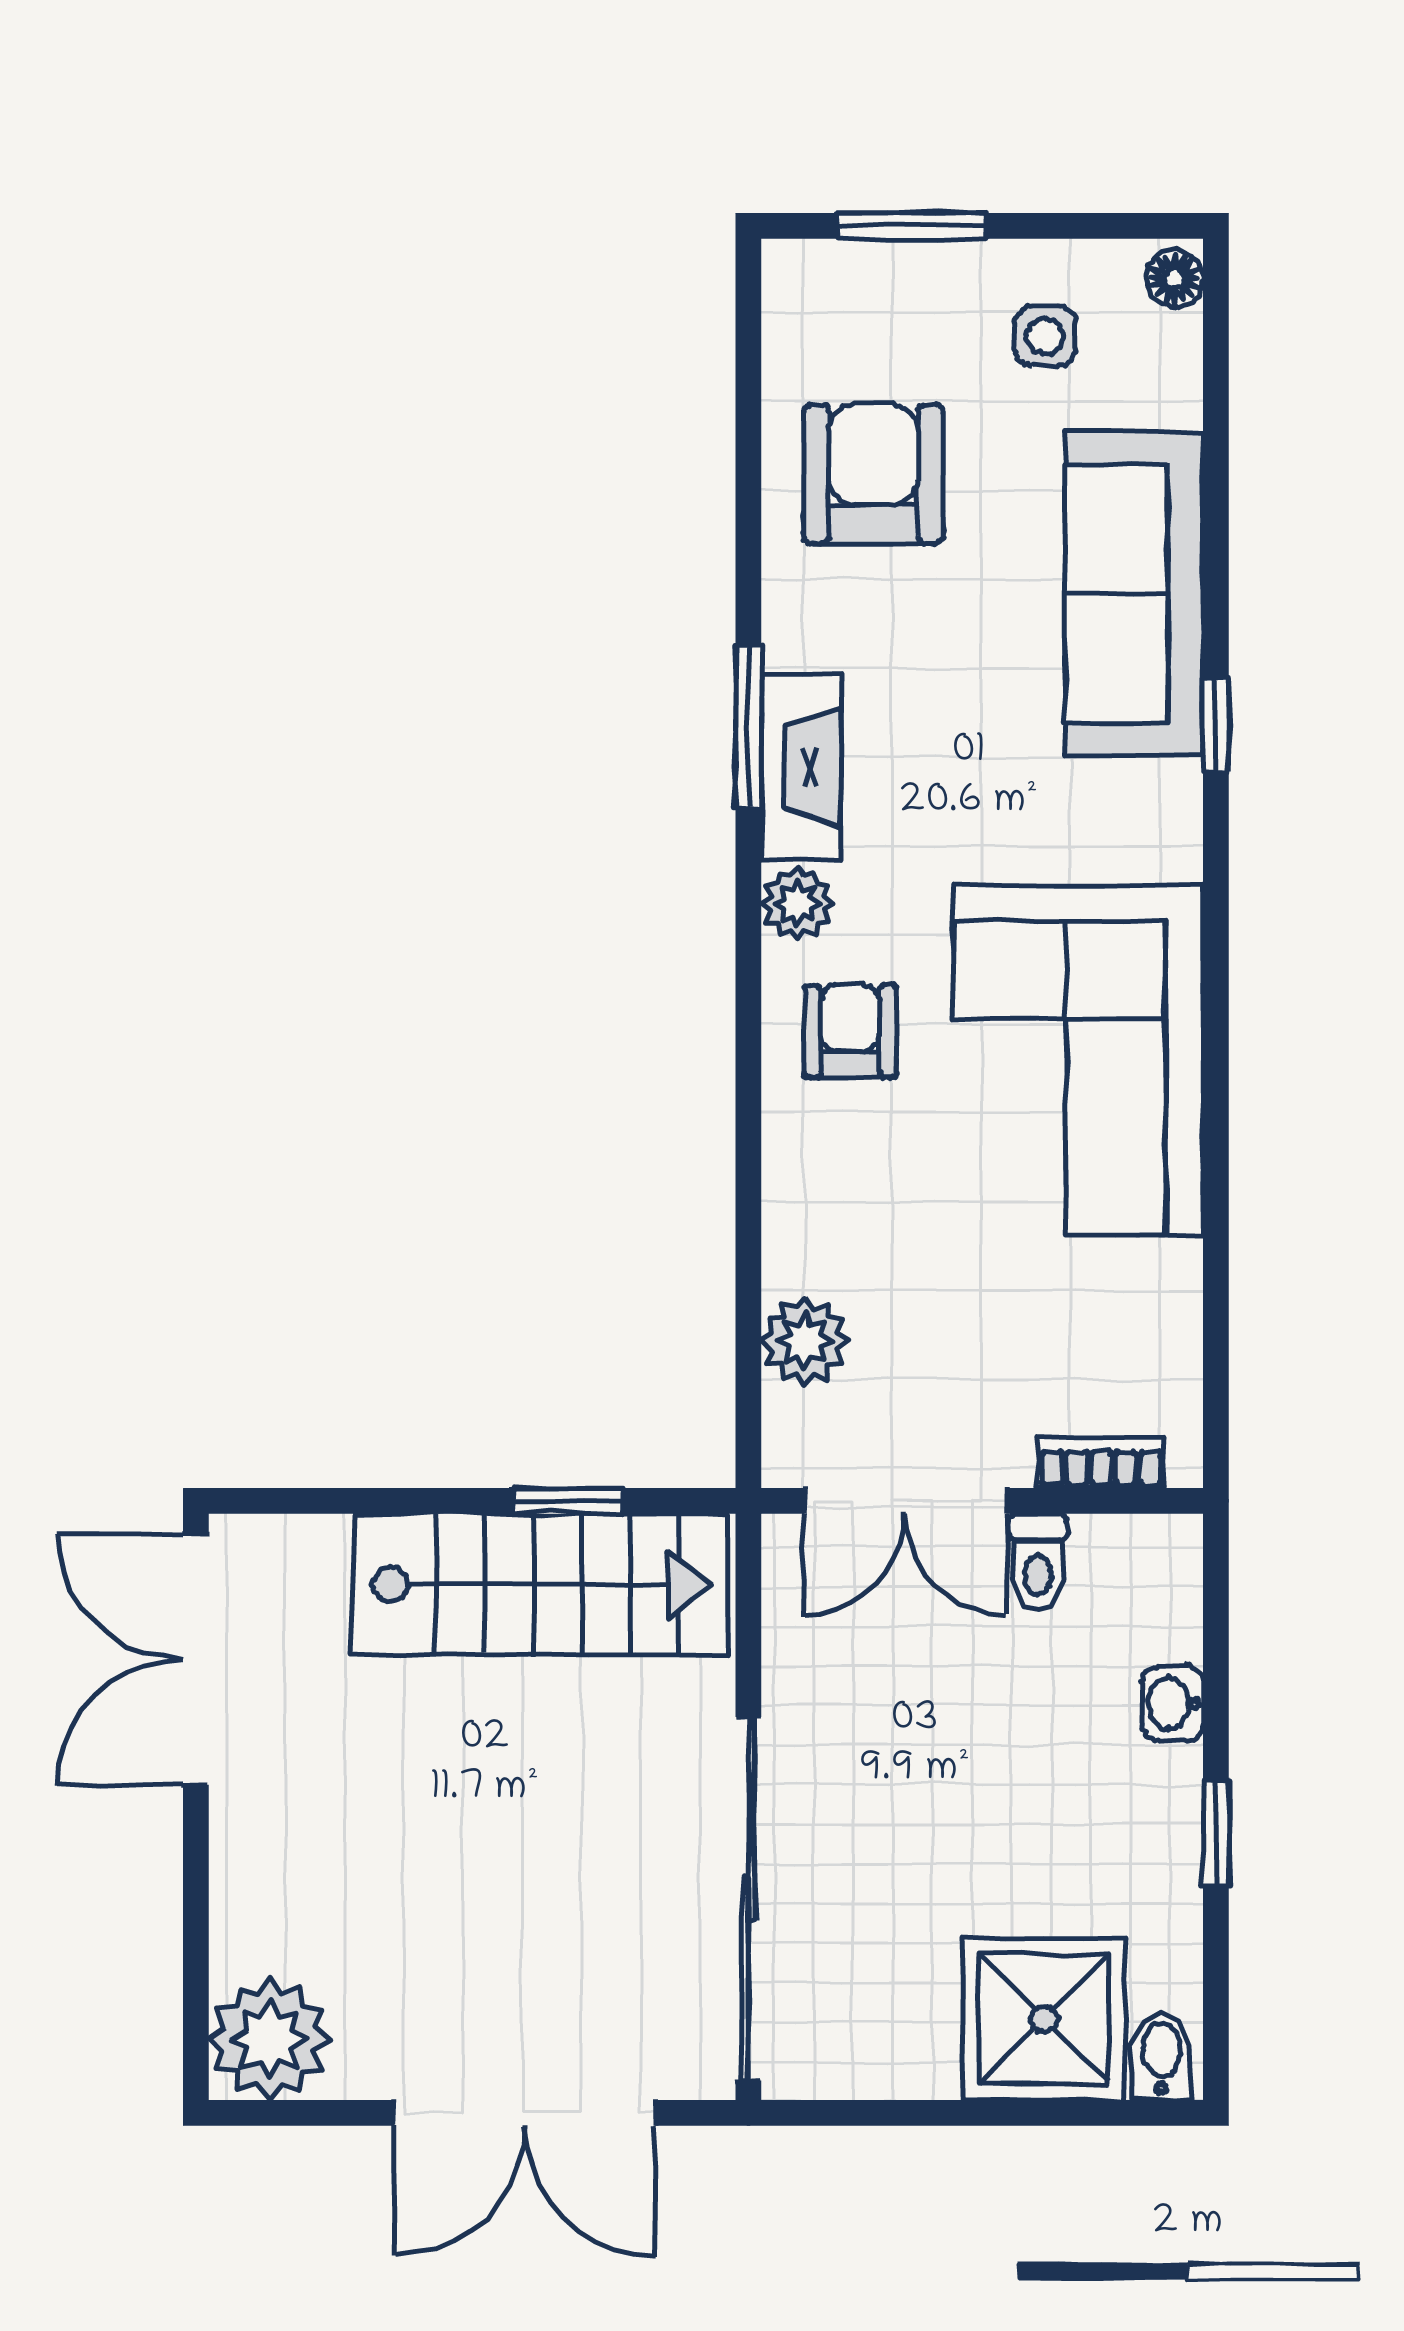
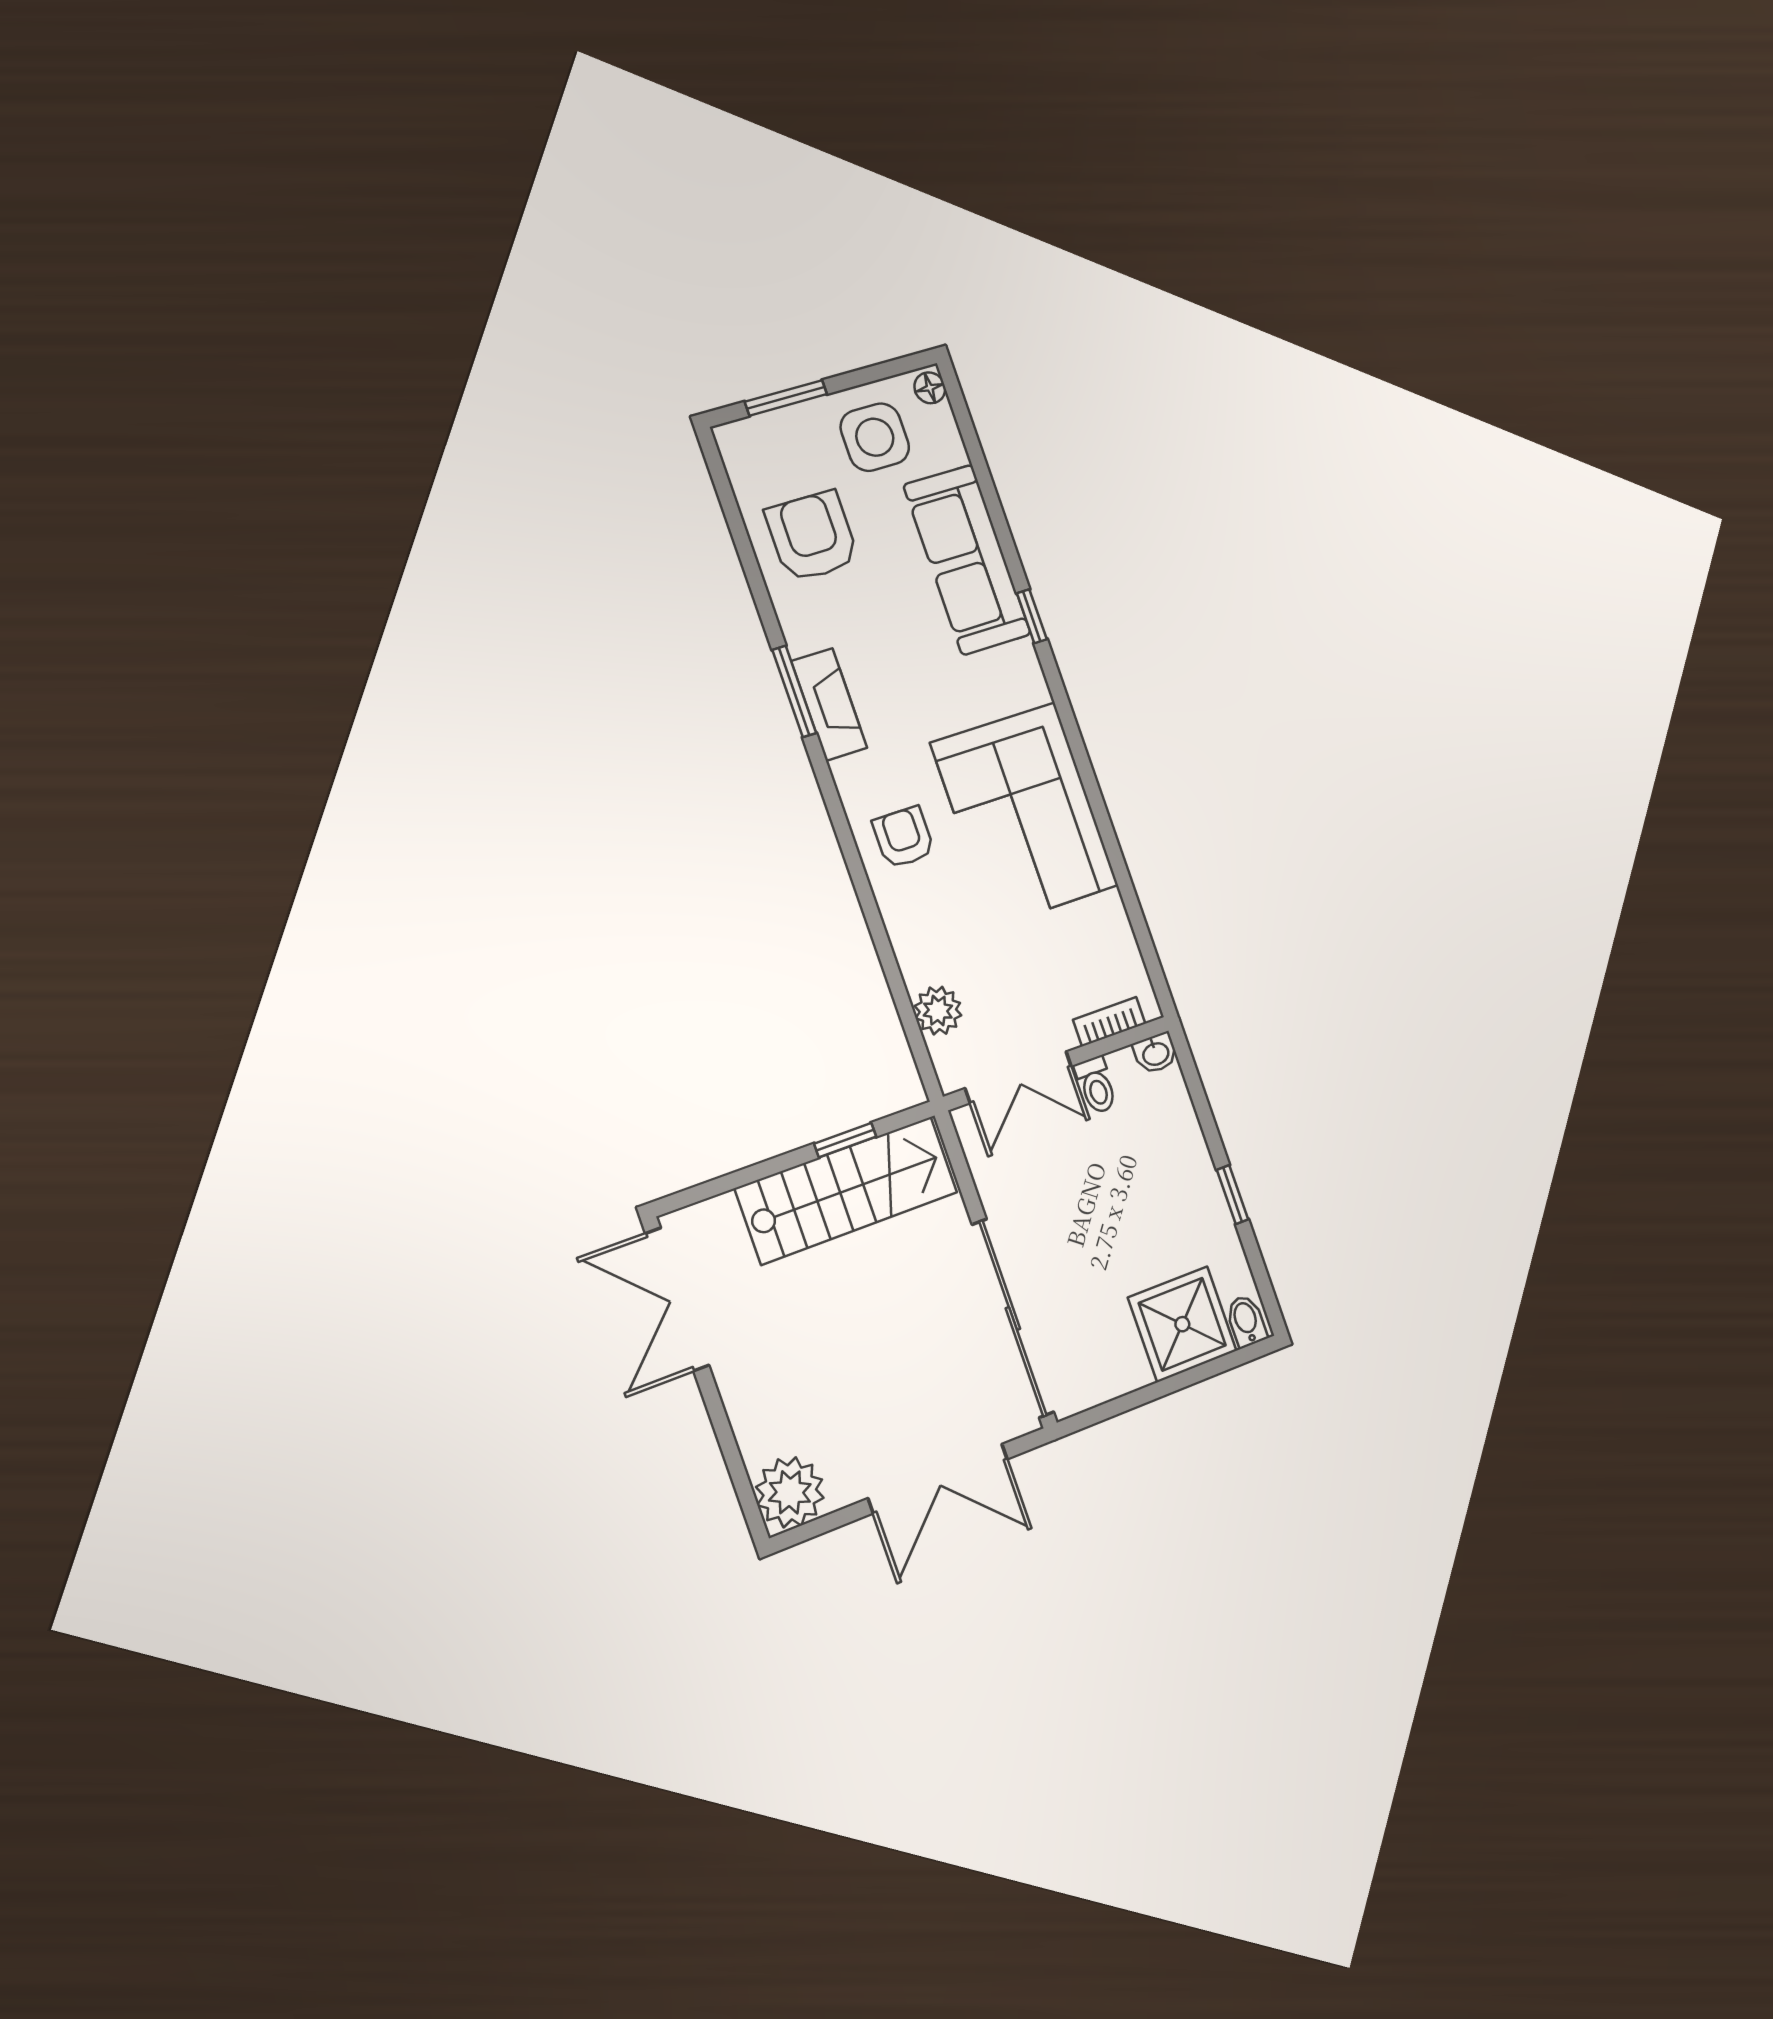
side table: (1045, 336) -> (875, 437), width x1.87, depth x1.87
plant: (797, 903) -> (853, 778), removed
washbasin: (1173, 1704) -> (1156, 1053), moved, turned -90

